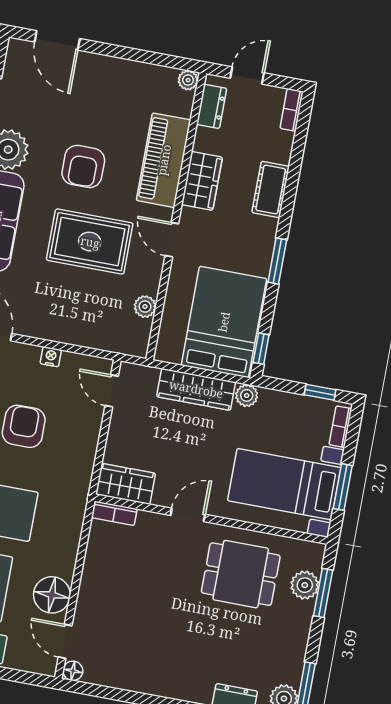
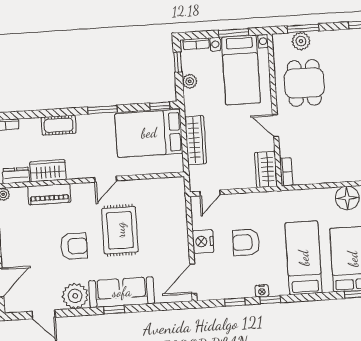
piano: (164, 160) -> (49, 194), width x0.73, depth x0.75
wardrobe: (202, 181) -> (48, 171), moved
plant: (145, 307) -> (152, 185), removed
nightstand: (51, 357) -> (203, 241), width x1.89, depth x1.79
plant: (247, 395) -> (190, 81), moved

